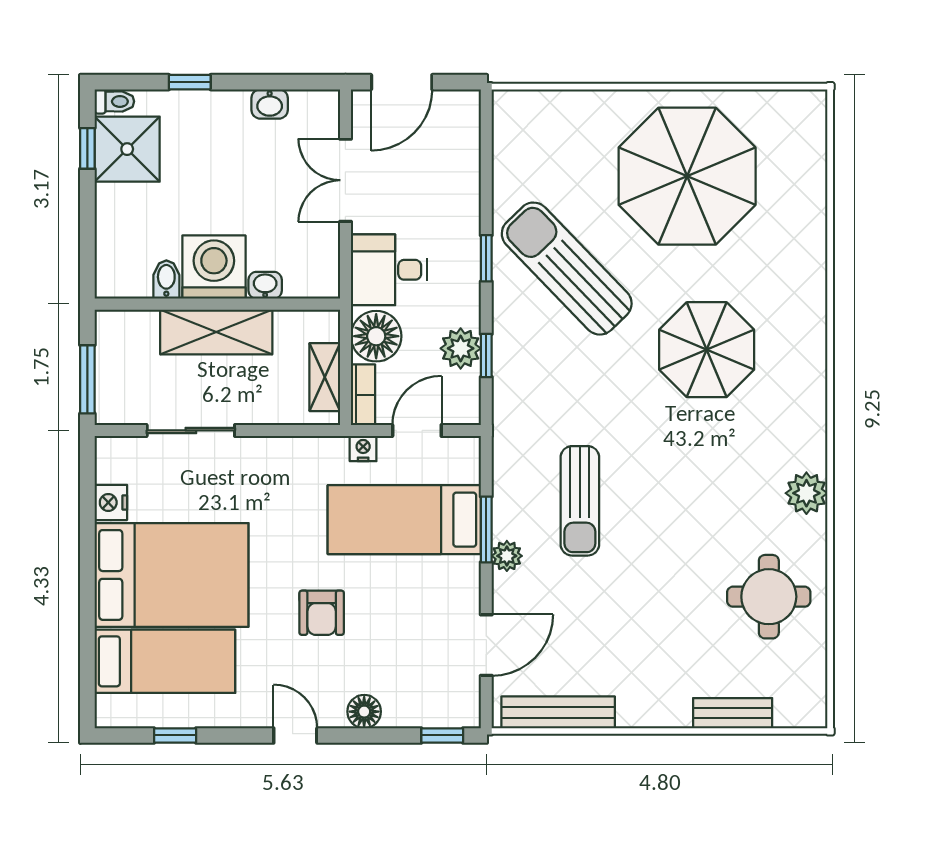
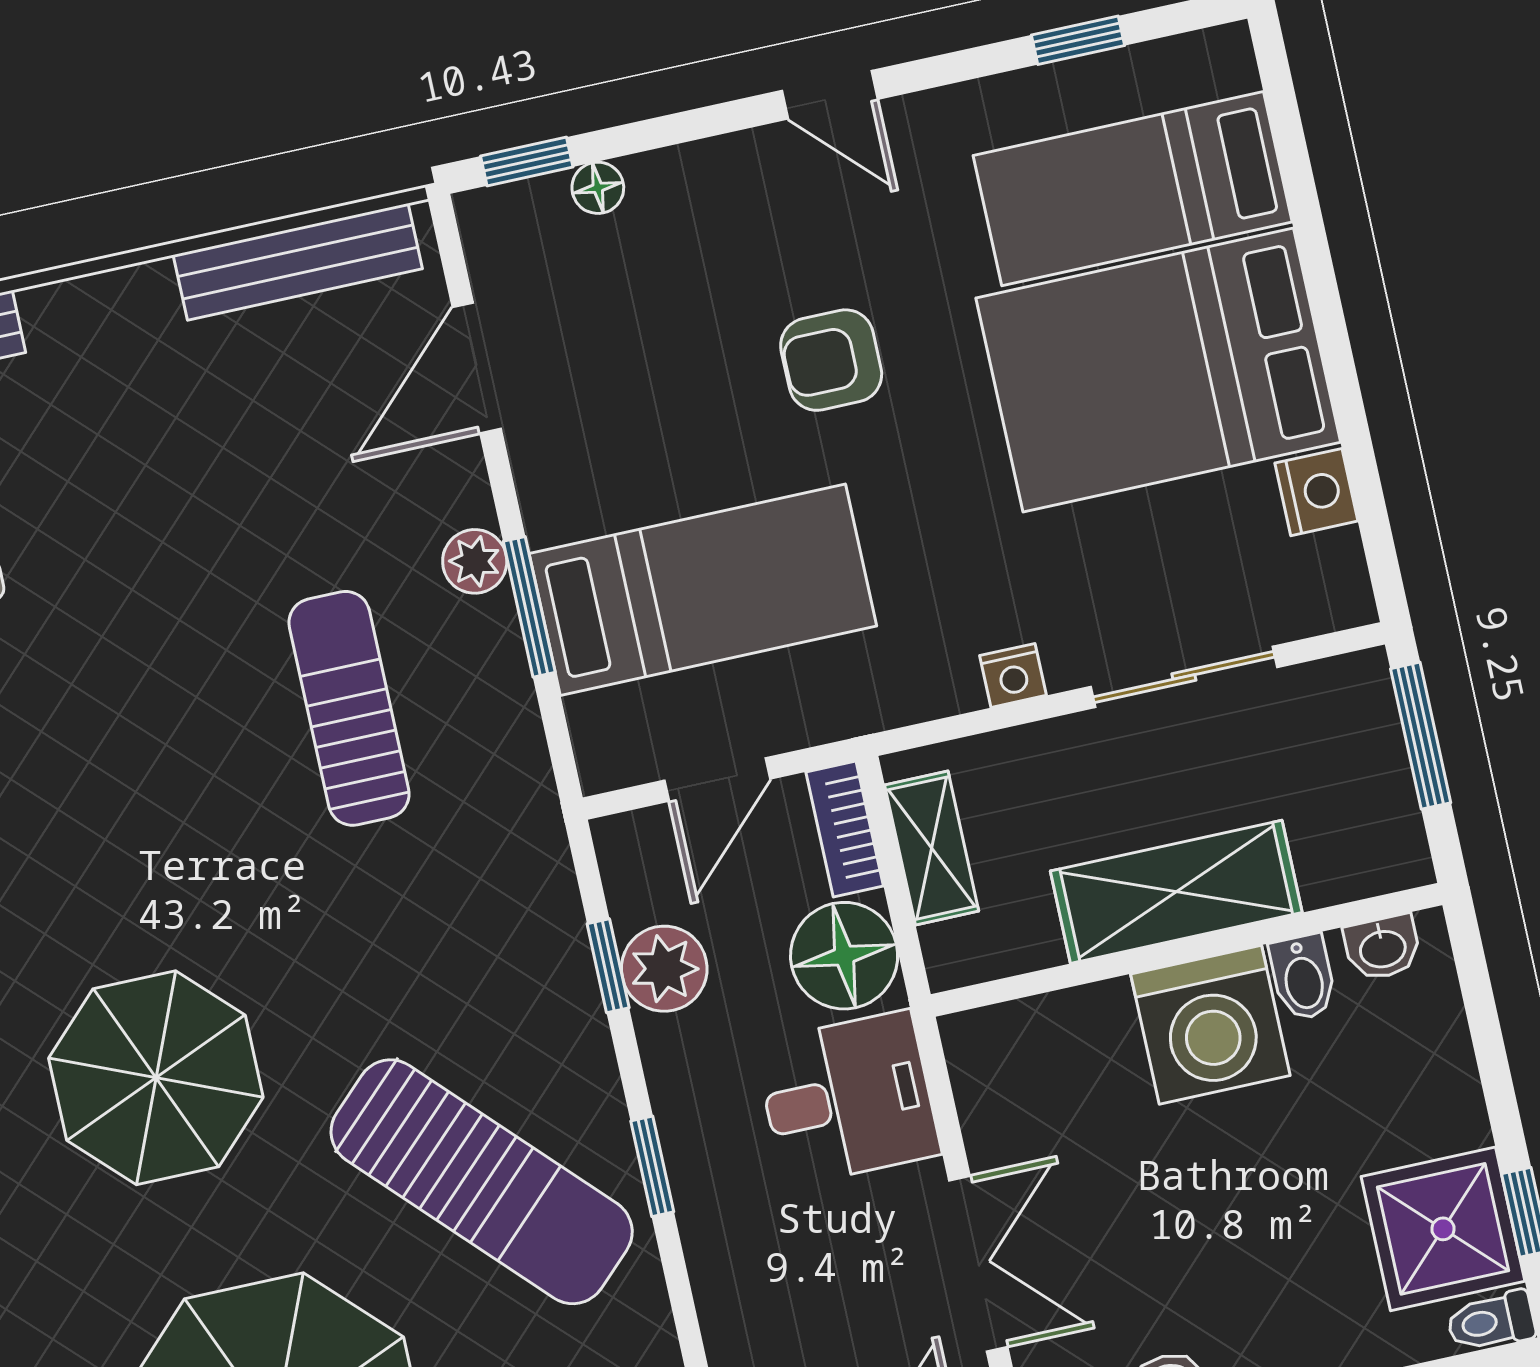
washbasin: (265, 285) -> (1382, 948), moved
nightstand: (363, 449) -> (1013, 675), moved
armchair: (322, 613) -> (831, 360), turned -90
floor lamp: (364, 712) -> (598, 188), moved, width x0.73, depth x0.73

